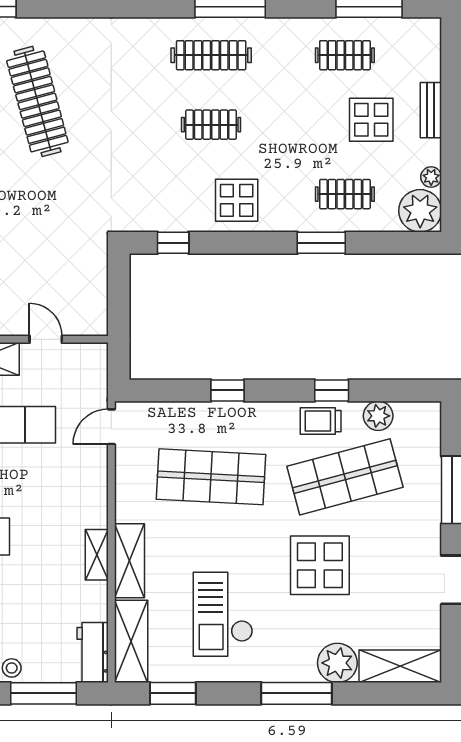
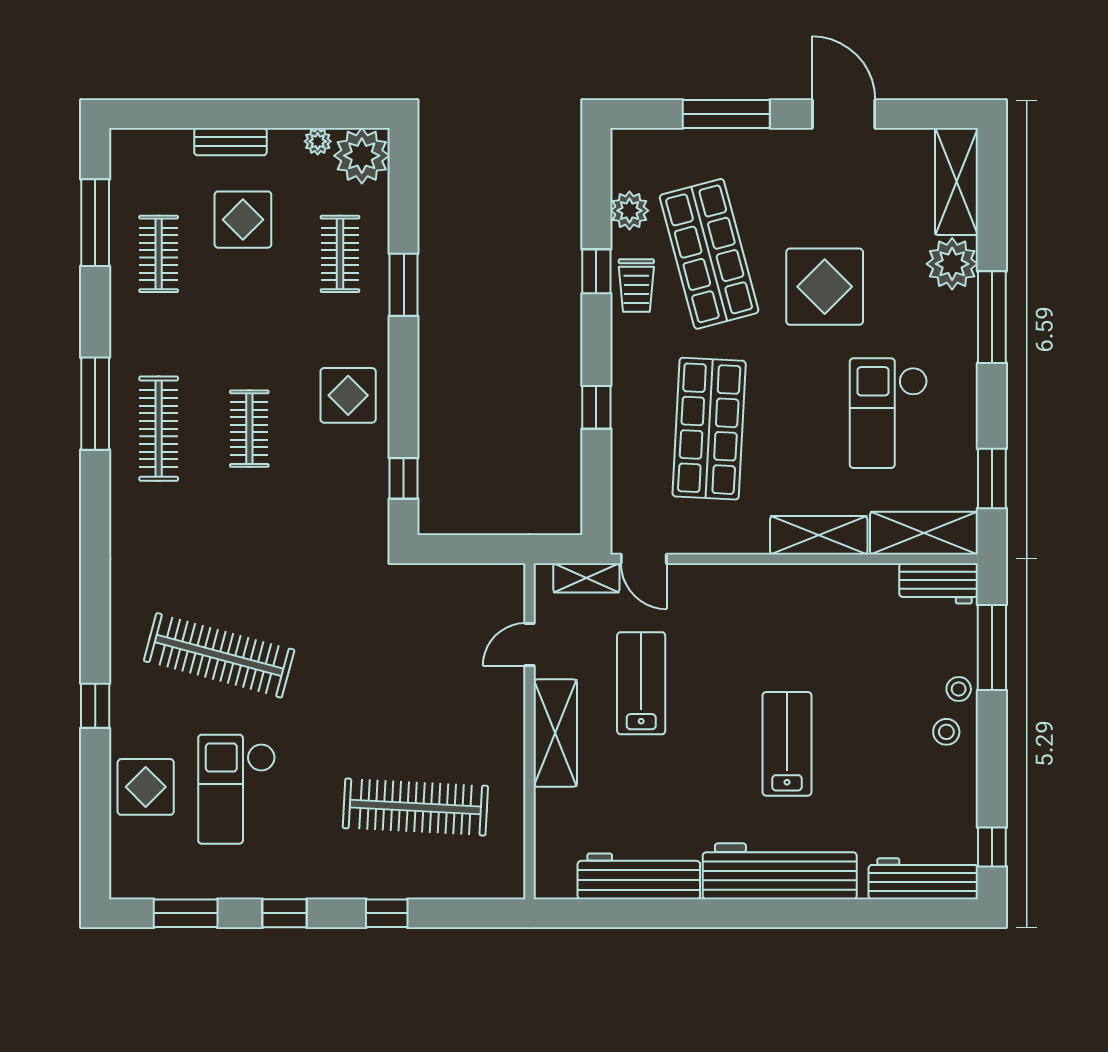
clothes rail: (37, 101) -> (219, 655), turned 30
shelving: (97, 555) -> (586, 578), moved
checkout: (223, 614) -> (888, 413), turned 90

